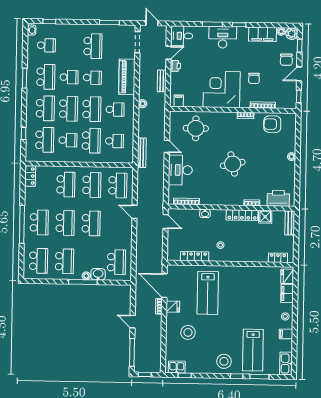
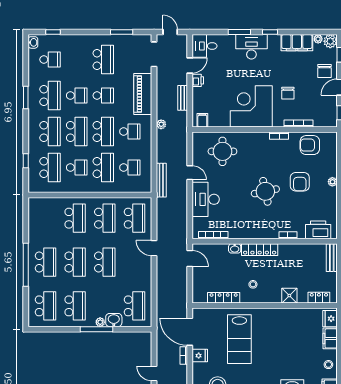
armchair: (263, 156) -> (300, 182), added
locker: (30, 176) -> (34, 209), removed
locker: (242, 215) -> (260, 250), moved
shower: (265, 217) -> (289, 296), moved

